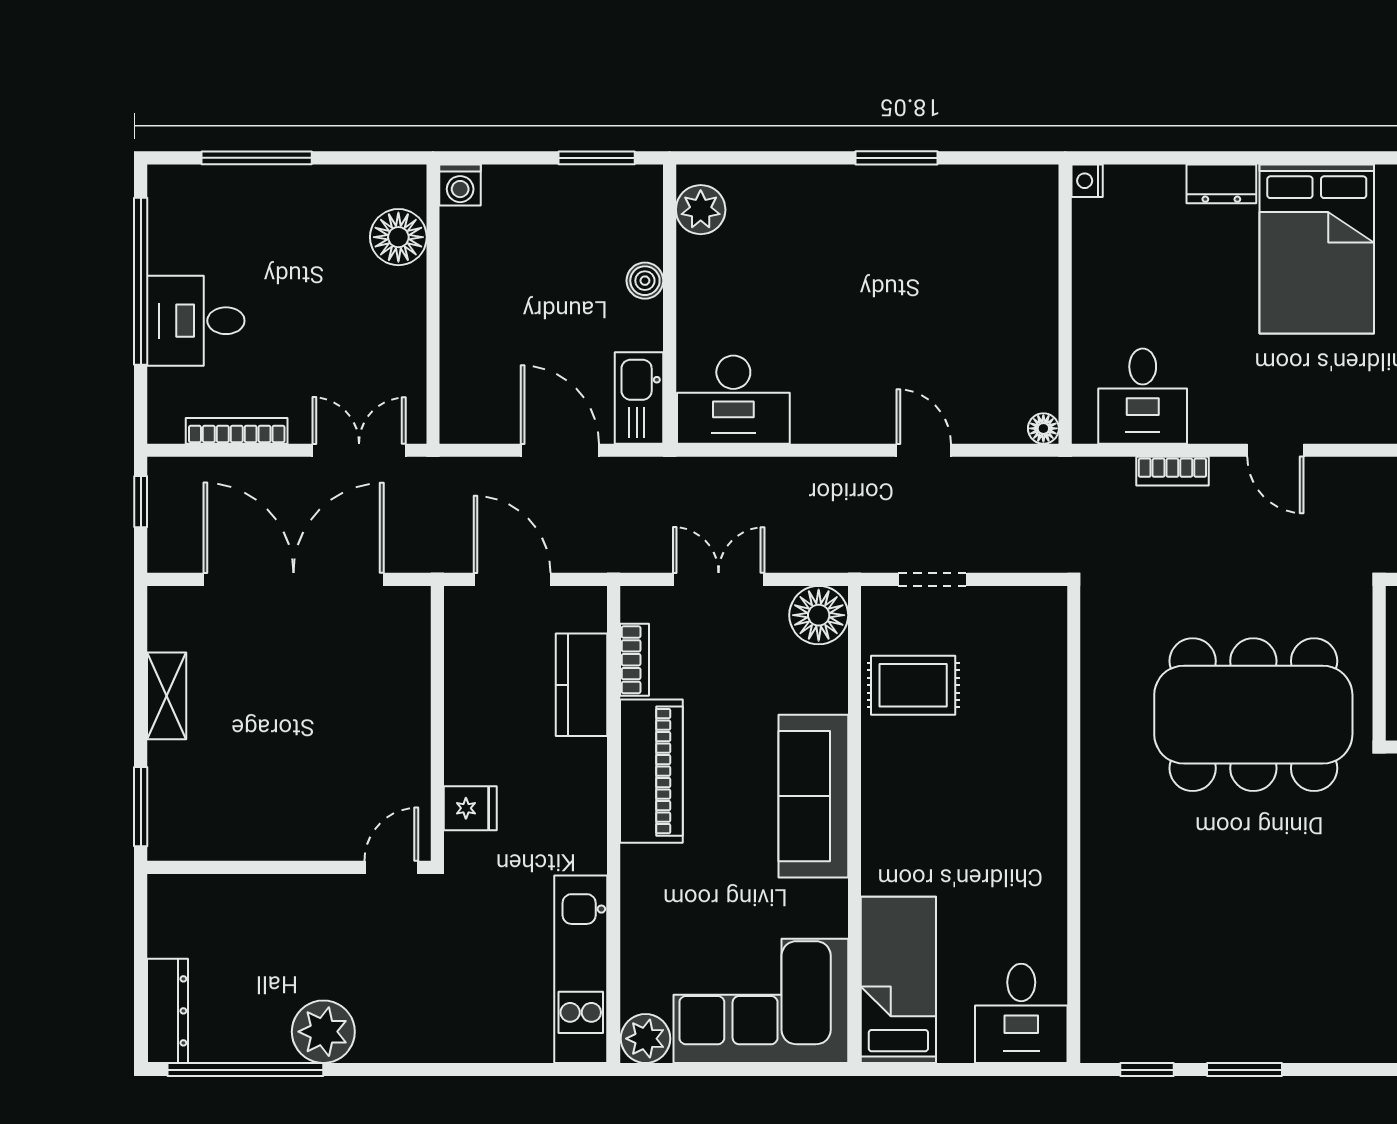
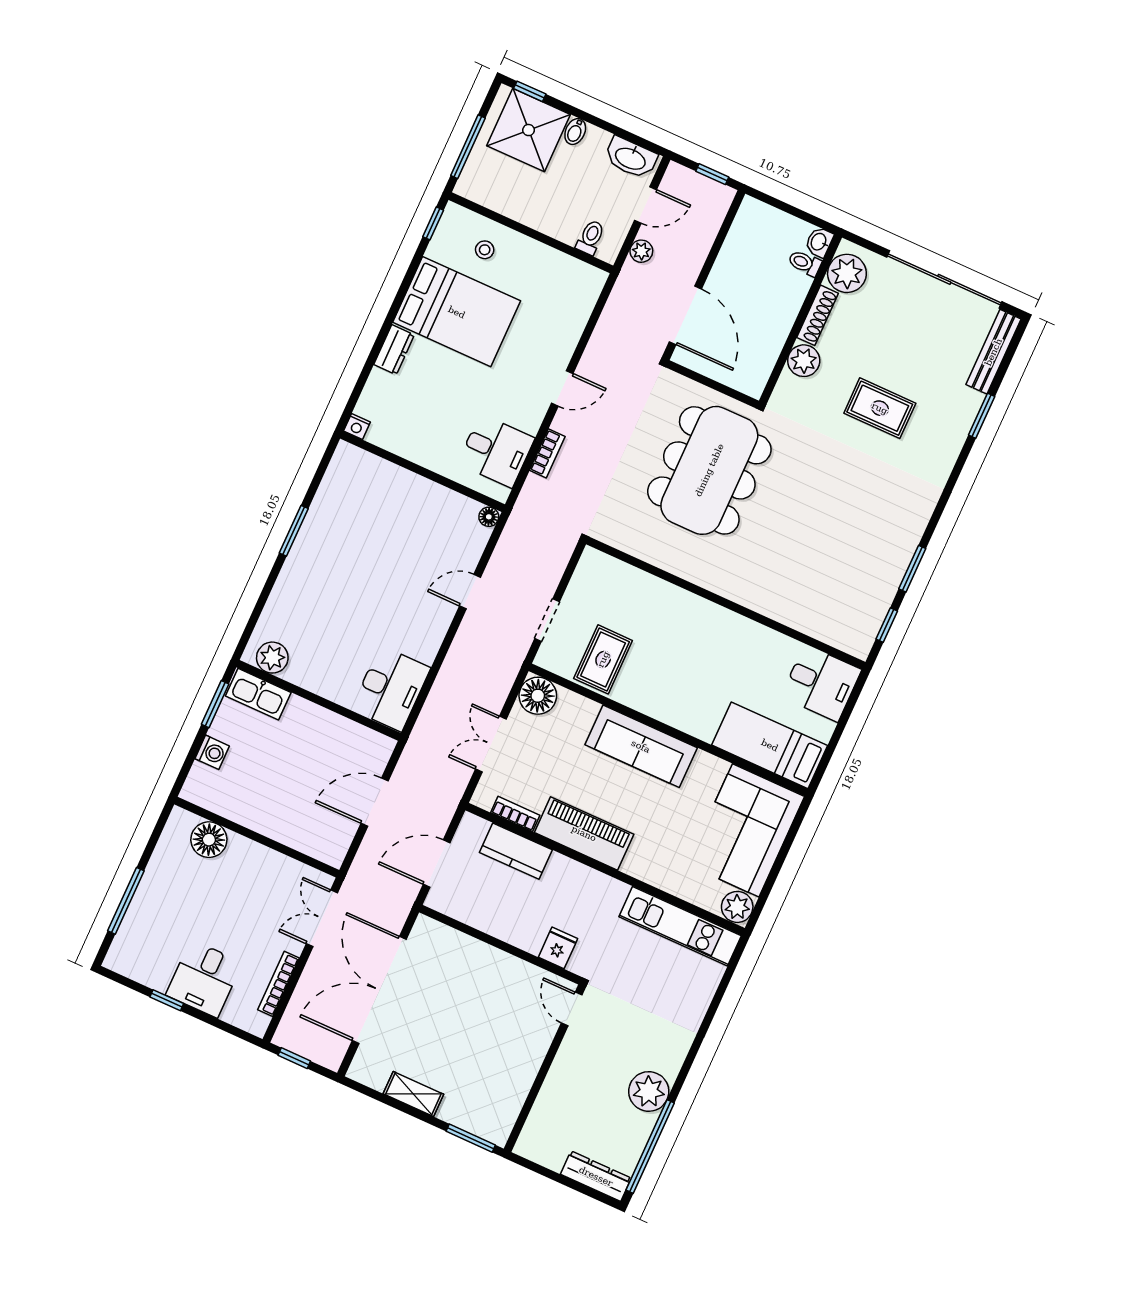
washing machine: (460, 185) -> (212, 752), moved
window: (141, 281) -> (167, 1000), width x0.32
boiler: (645, 281) -> (299, 708), removed
kitchen sink: (639, 398) -> (258, 694), moved

